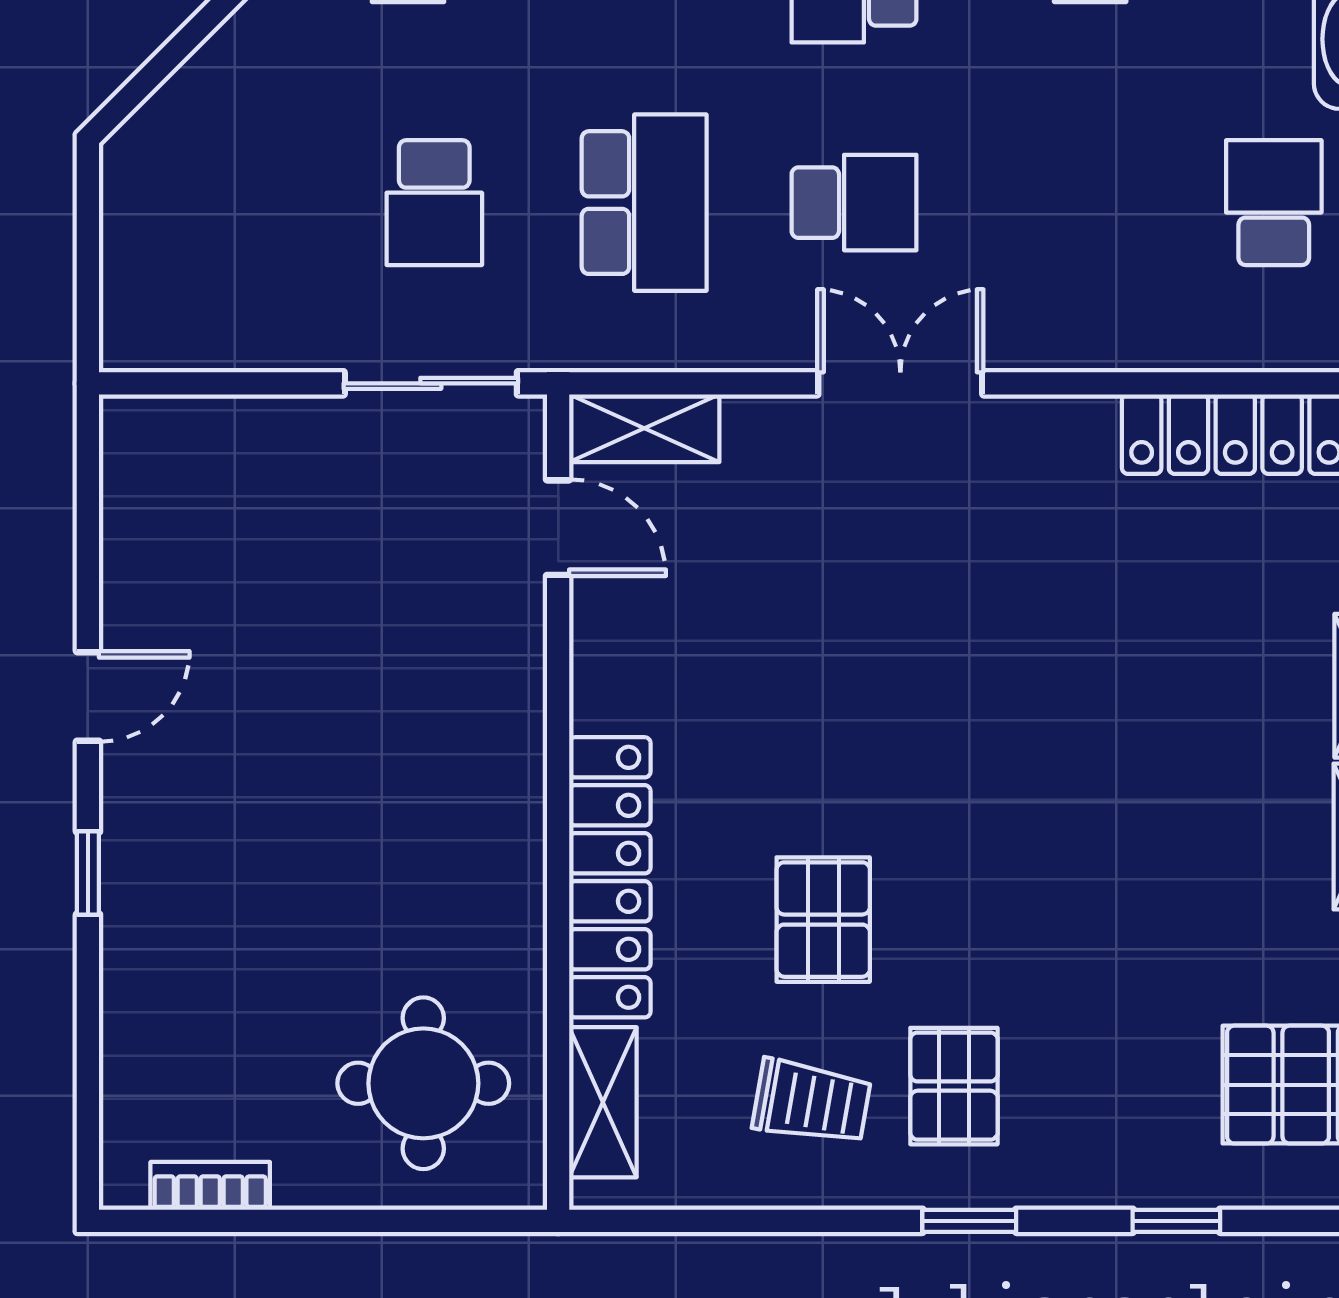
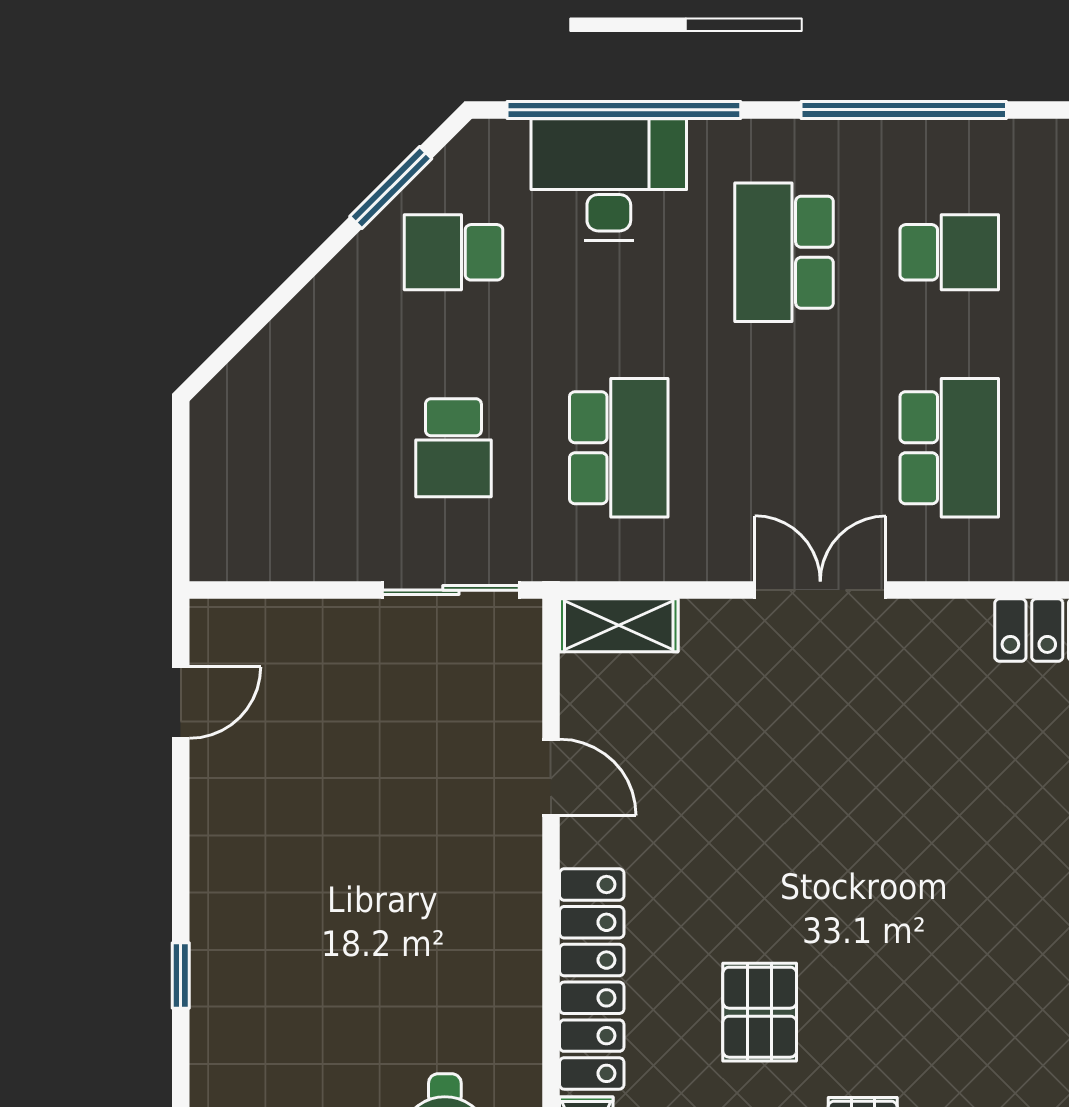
school desk: (854, 203) -> (949, 448), moved, width x1.85
door: (558, 528) -> (551, 777), moved
door: (88, 696) -> (181, 702), moved

